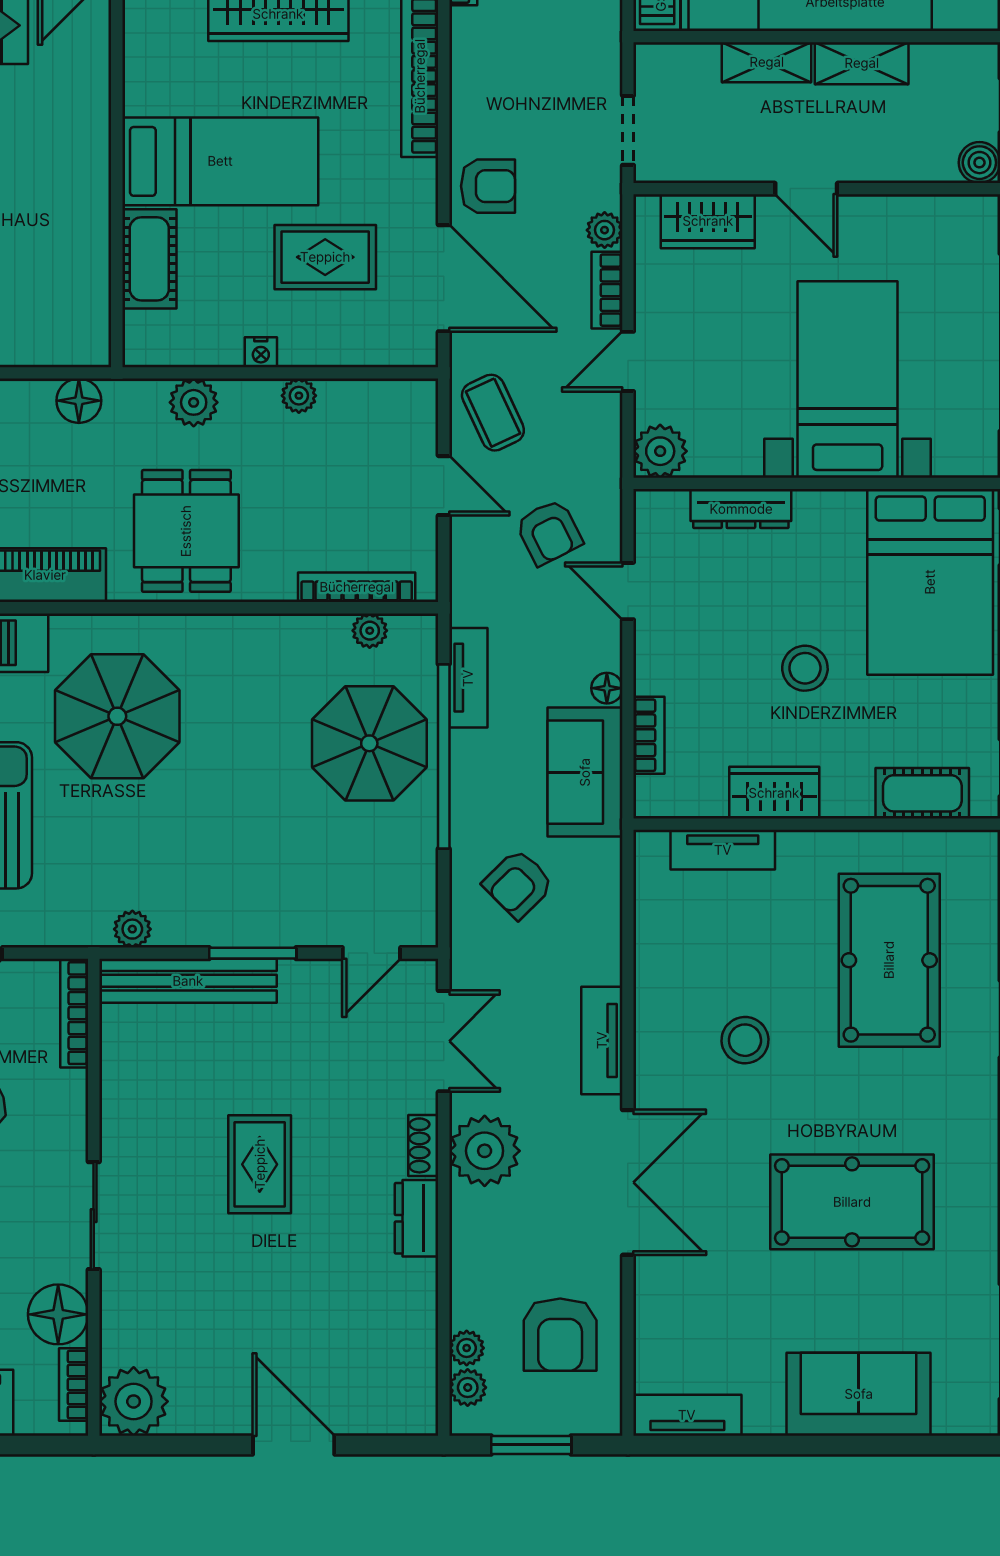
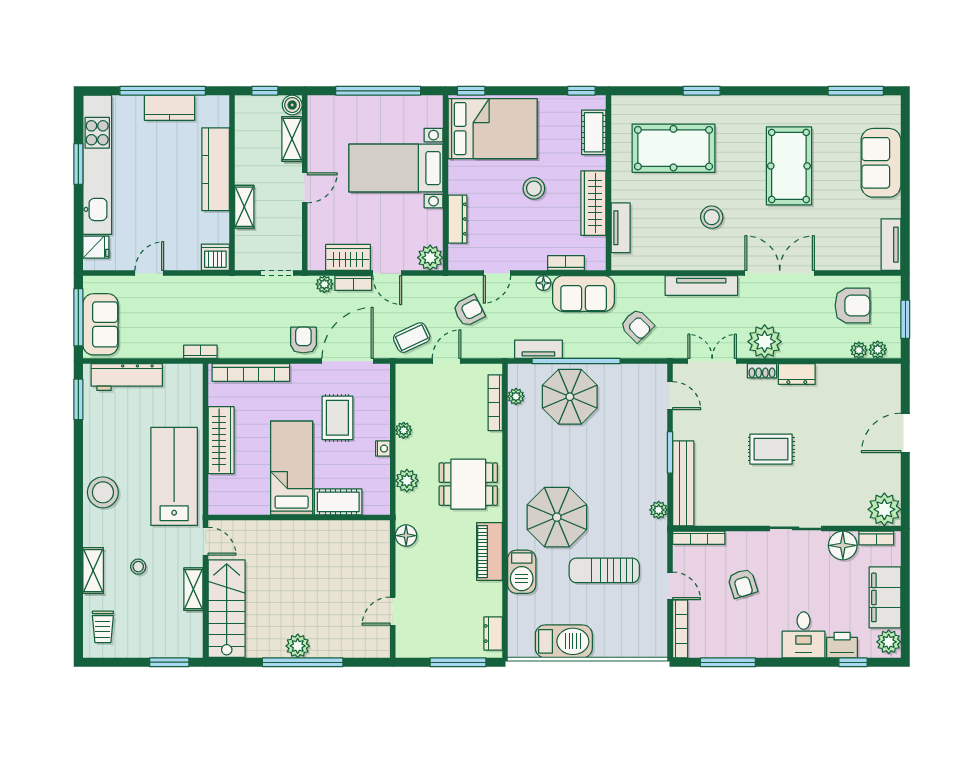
shelving: (862, 63) -> (292, 139), moved
wardrobe: (708, 221) -> (348, 257), moved, turned -90
wardrobe: (774, 793) -> (593, 203), width x1.50
tv unit: (602, 1040) -> (701, 286), width x1.41

